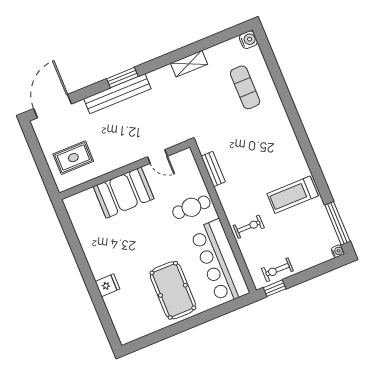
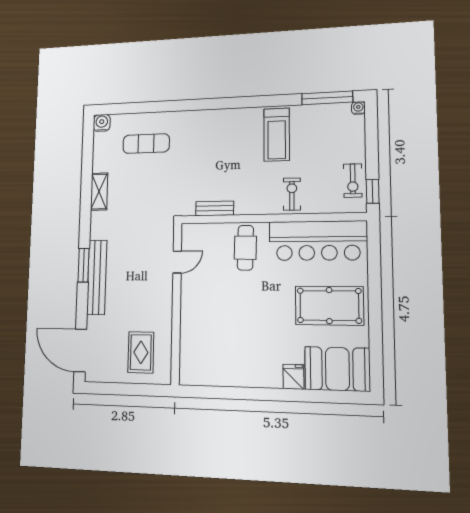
booth: (124, 193) -> (337, 369), moved, turned 90

